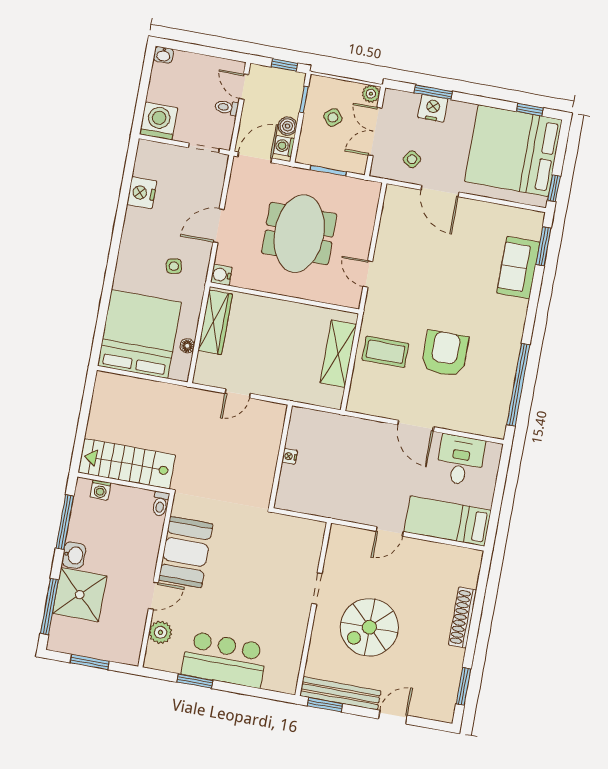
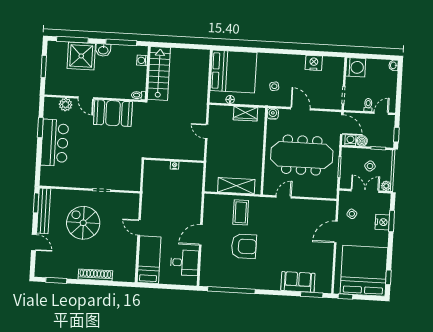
meeting table: (299, 234) -> (302, 155), width x1.36
wardrobe: (215, 322) -> (245, 114), width x0.67

